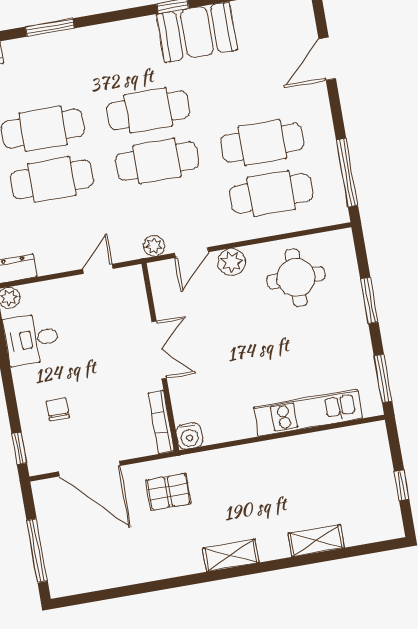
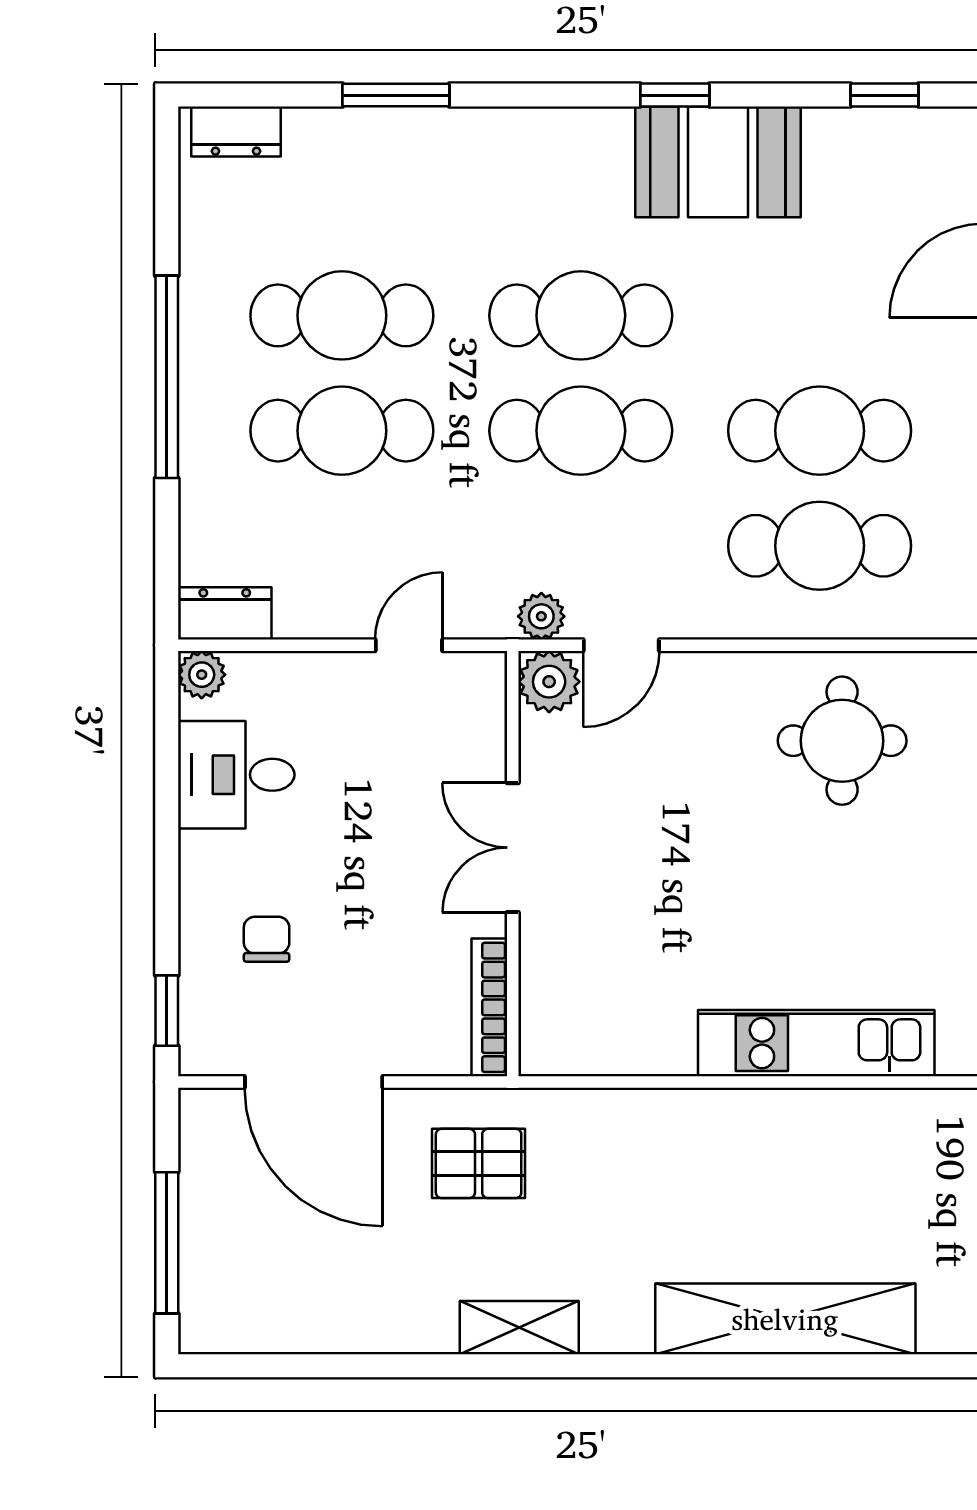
plant: (232, 262) -> (549, 682), moved
double door: (159, 350) -> (513, 848), swing flipped
water cooler: (189, 436) -> (546, 1049), removed
shelving: (316, 541) -> (785, 1319), width x2.20, depth x1.33
shelving: (231, 555) -> (519, 1328), moved

